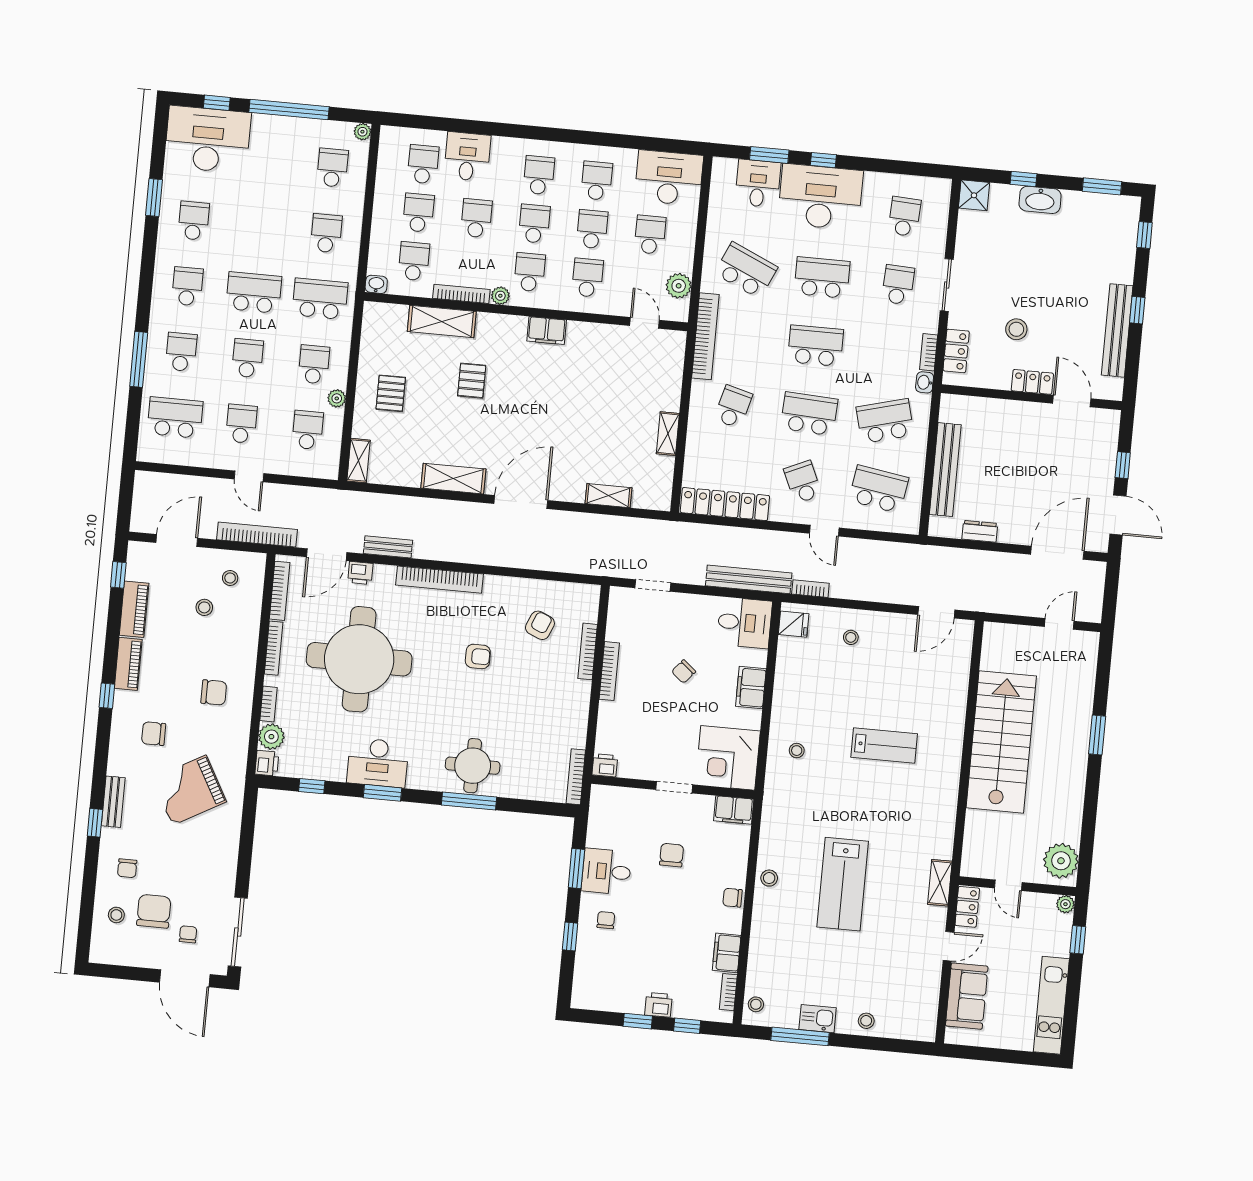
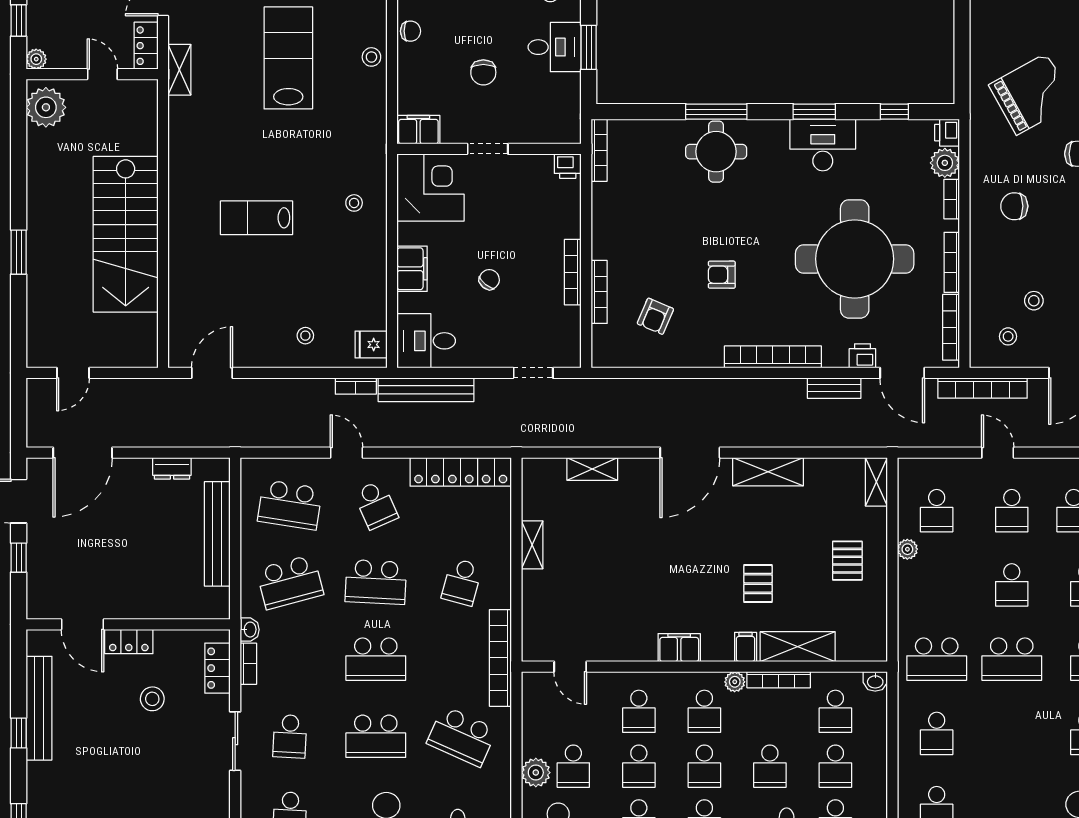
plant: (679, 286) -> (536, 773), moved
filing cabinet: (488, 326) -> (746, 647), added
school desk: (314, 364) -> (937, 585), removed
door: (327, 555) -> (902, 373), swing flipped

